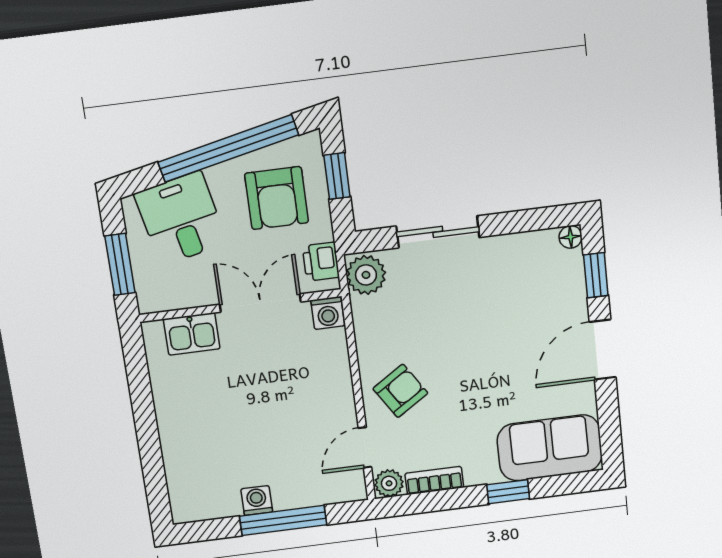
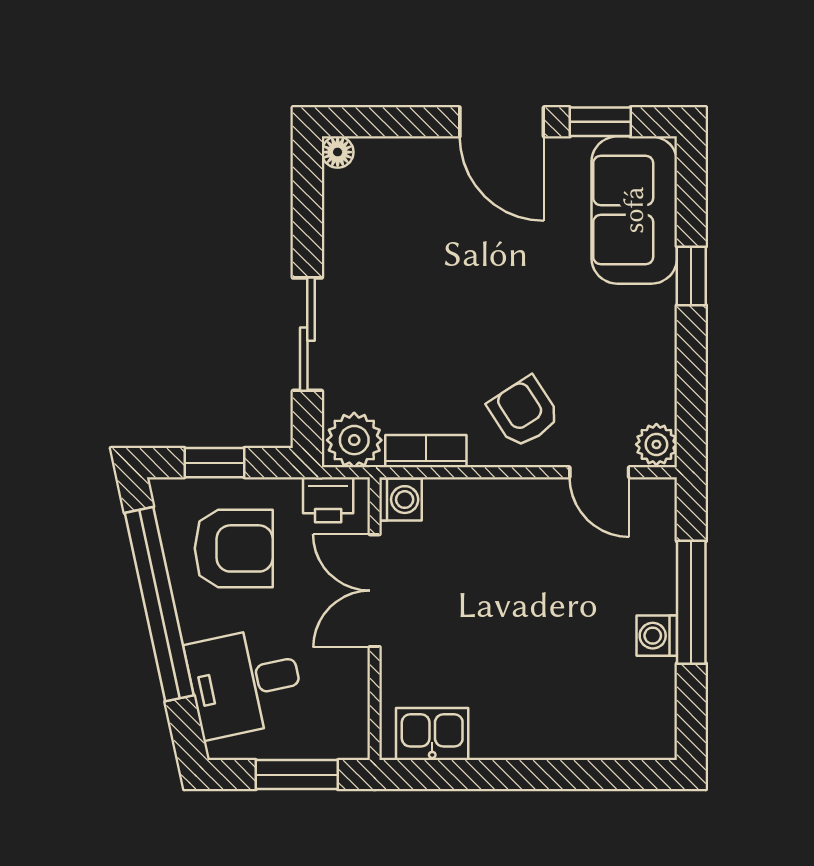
window: (596, 275) -> (600, 122), moved
kitchen sink: (192, 334) -> (432, 734), moved, turned -90
bookcase: (434, 480) -> (426, 451), moved, turned 90

